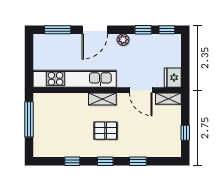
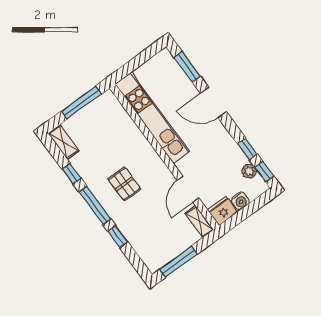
plant: (123, 40) -> (249, 171), moved
water cooler: (175, 60) -> (240, 201), added
shelving: (102, 99) -> (63, 142), moved
window: (185, 133) -> (178, 262), width x2.17
window: (105, 161) -> (95, 205), width x2.17

